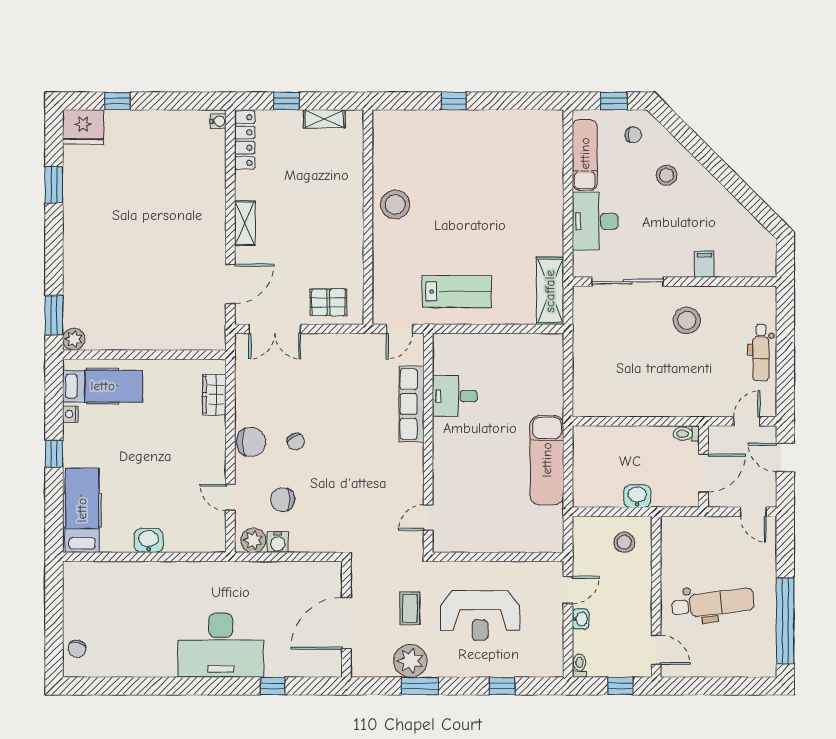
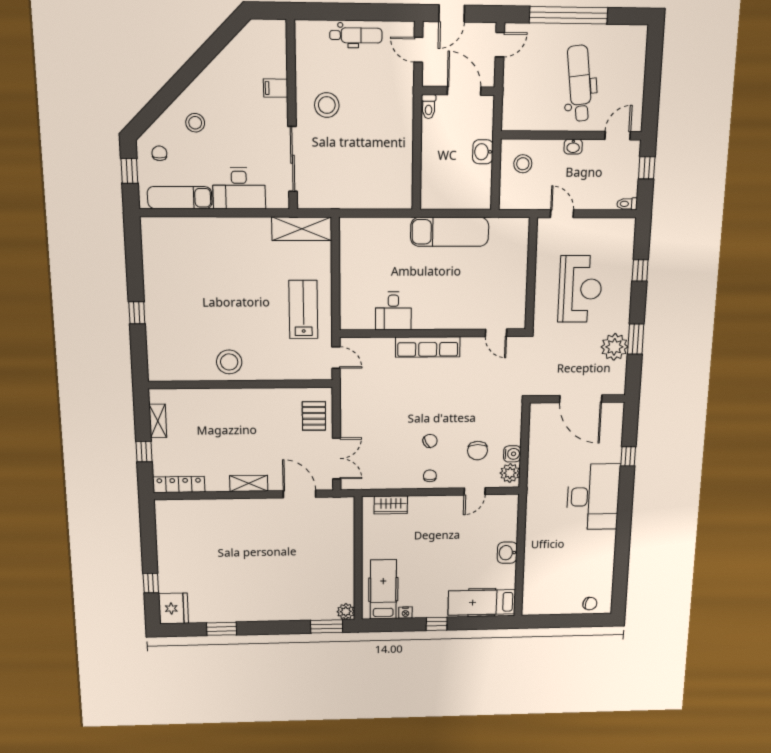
water cooler: (218, 121) -> (164, 505), removed
row of seats: (412, 404) -> (428, 347), moved
chair: (251, 442) -> (430, 476), width x0.54, depth x0.54
coffee table: (410, 608) -> (571, 348), removed
washbasin: (581, 619) -> (573, 147), moved, turned 180
window: (785, 621) -> (569, 15), moved

